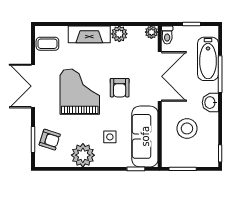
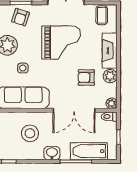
armchair: (120, 88) -> (86, 77), moved

